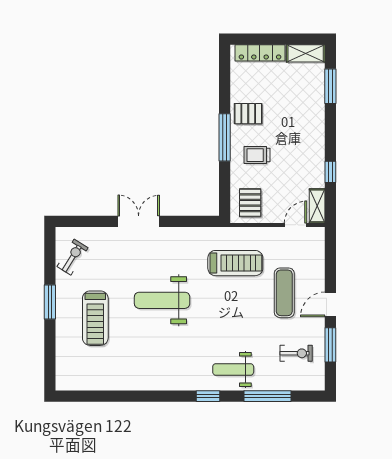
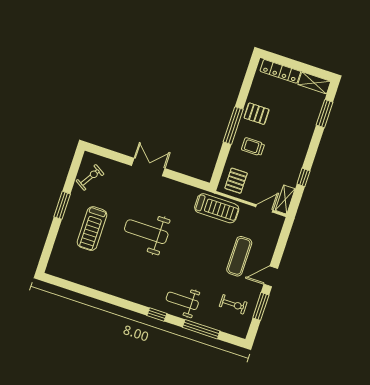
treadmill: (235, 263) -> (217, 208), moved

